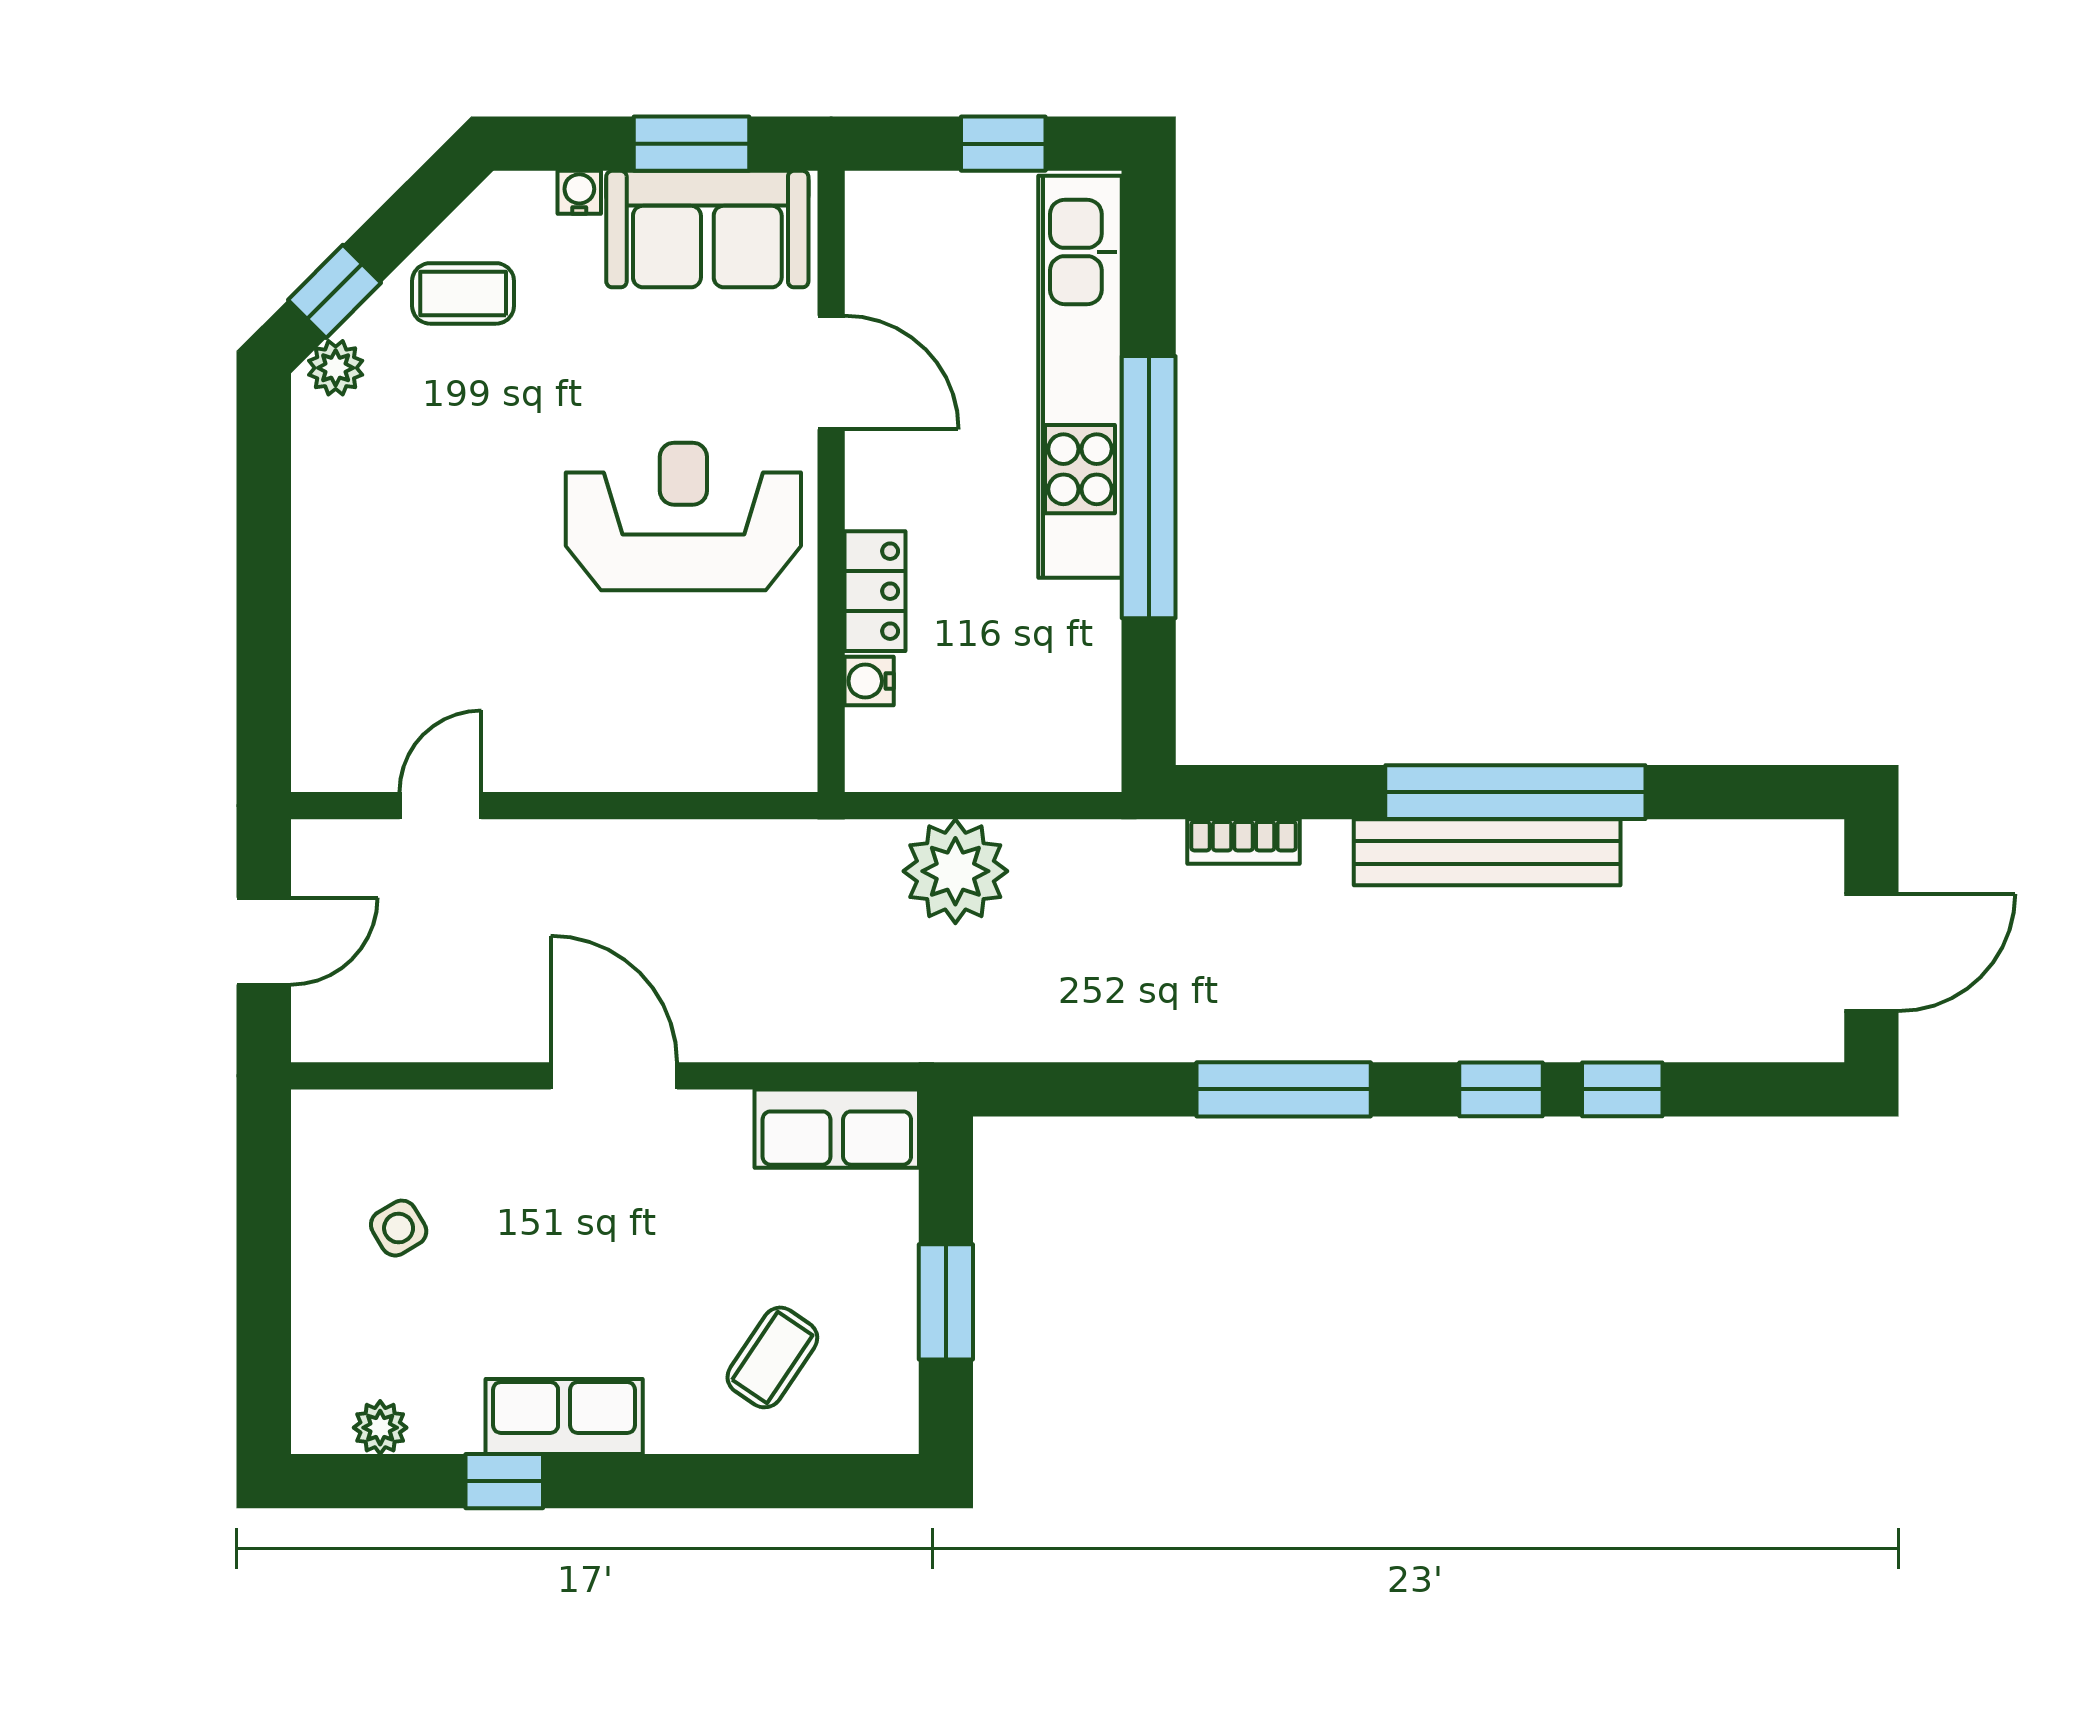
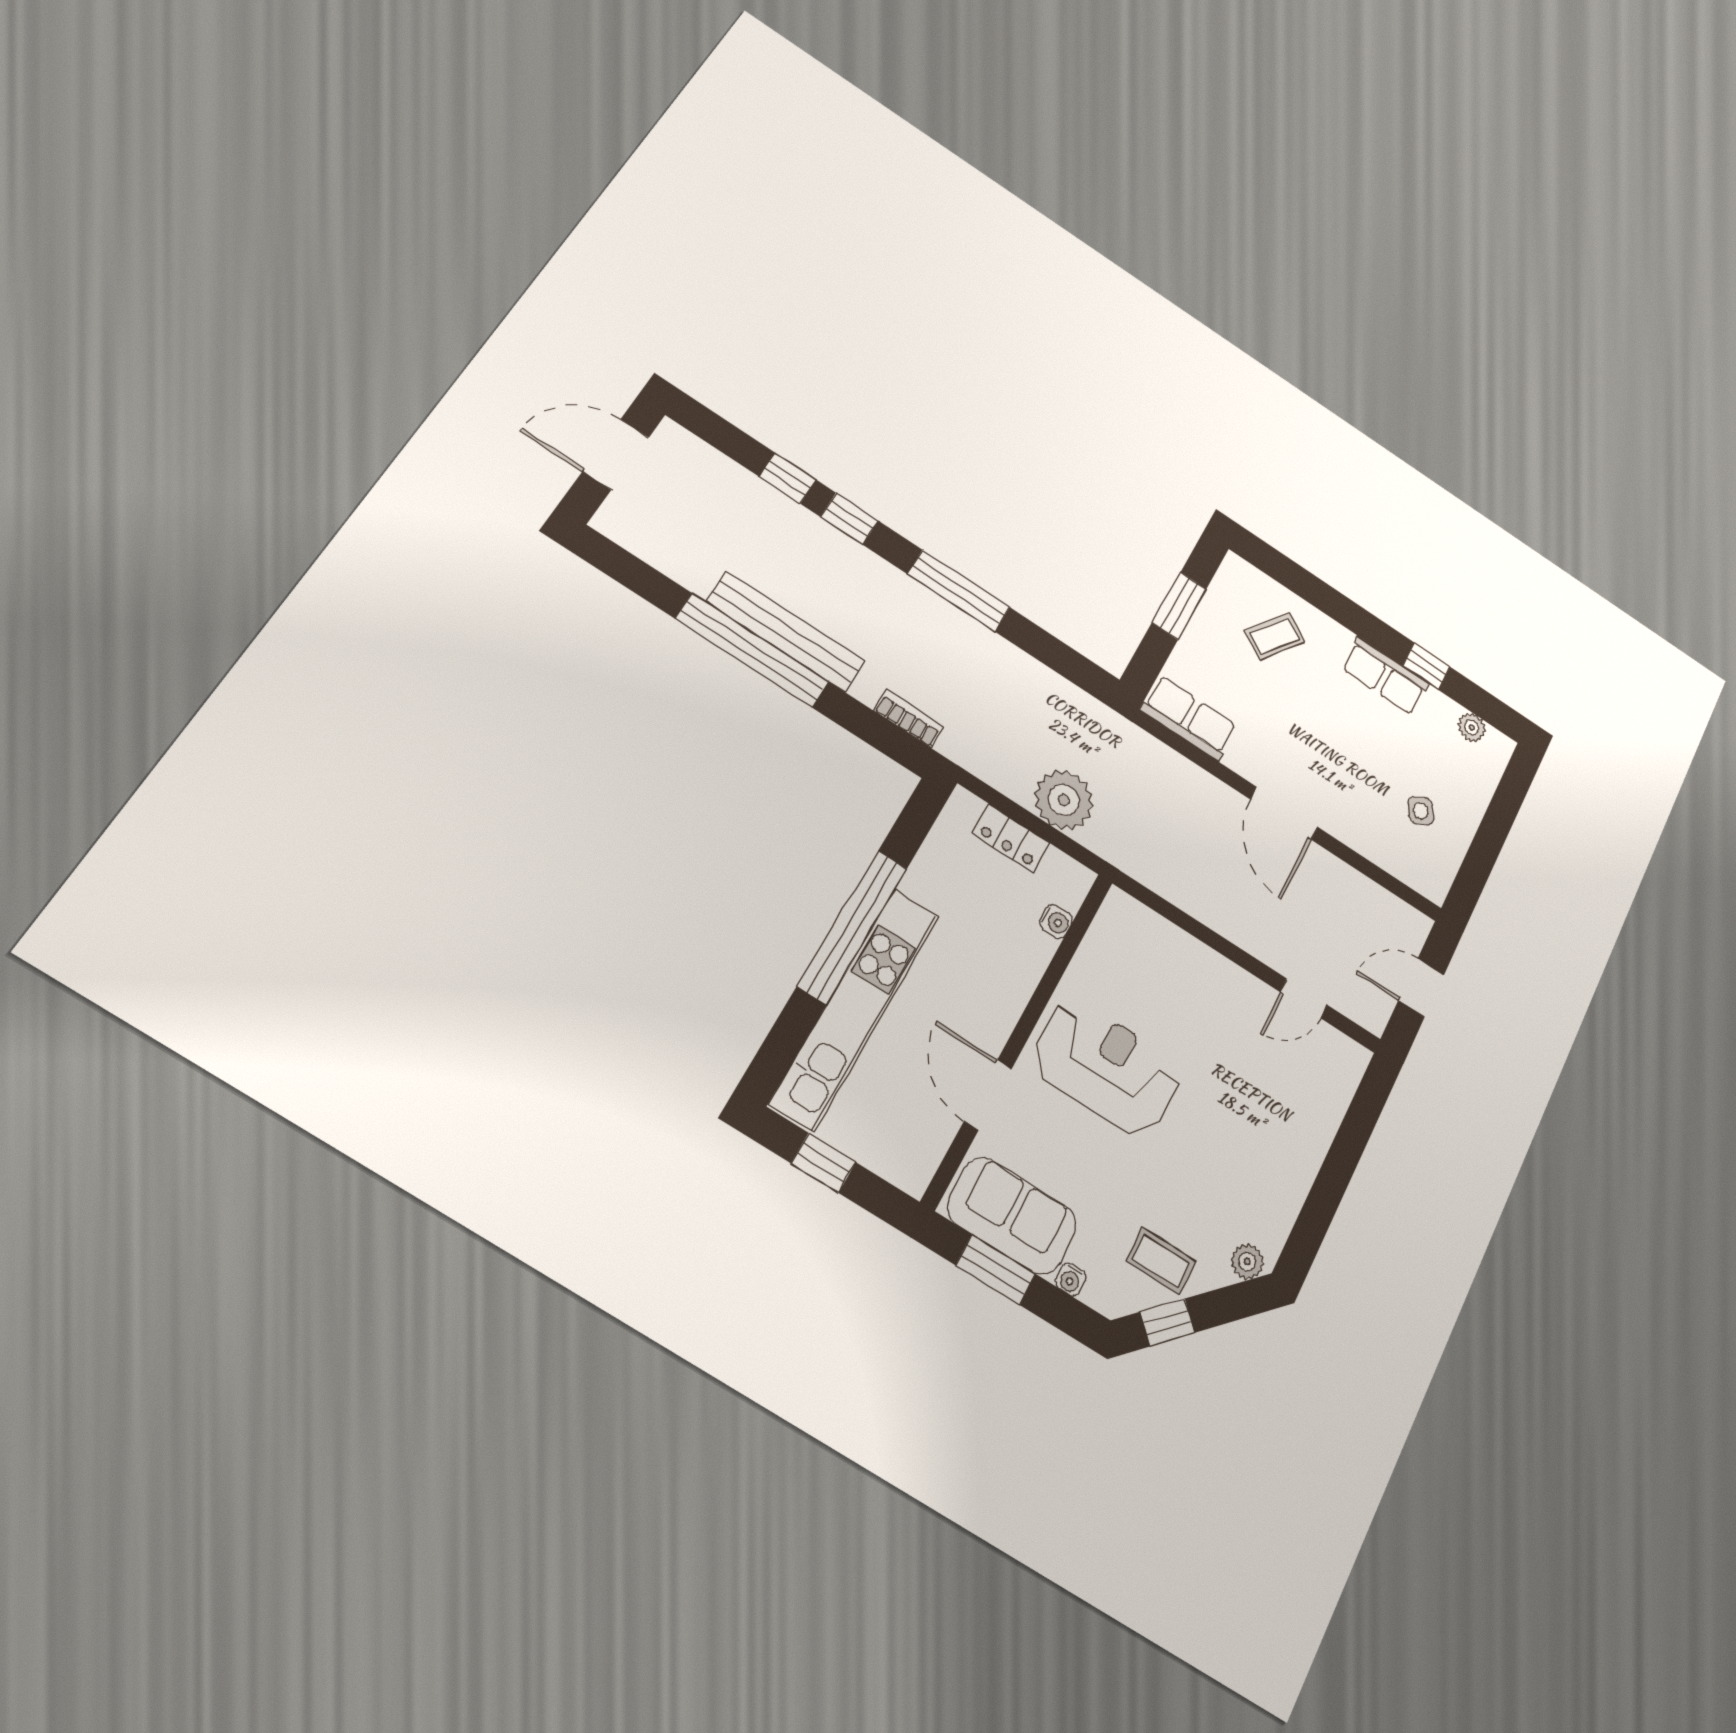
window: (335, 291) -> (1167, 1322), moved
reception desk: (683, 517) -> (1107, 1067), turned 180
locker: (875, 591) -> (1011, 838), moved, turned -90

